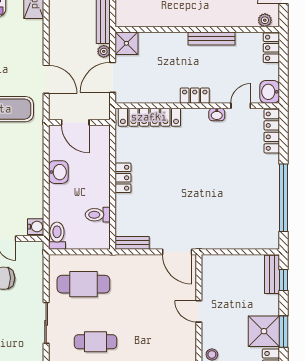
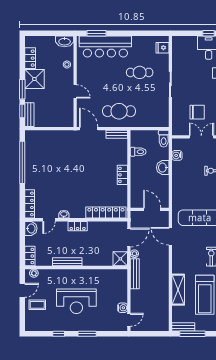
washbasin: (58, 172) -> (163, 168), moved
water cooler: (36, 227) -> (177, 155), moved
cafe table: (83, 284) -> (119, 111), moved
window: (283, 332) -> (22, 89), moved

